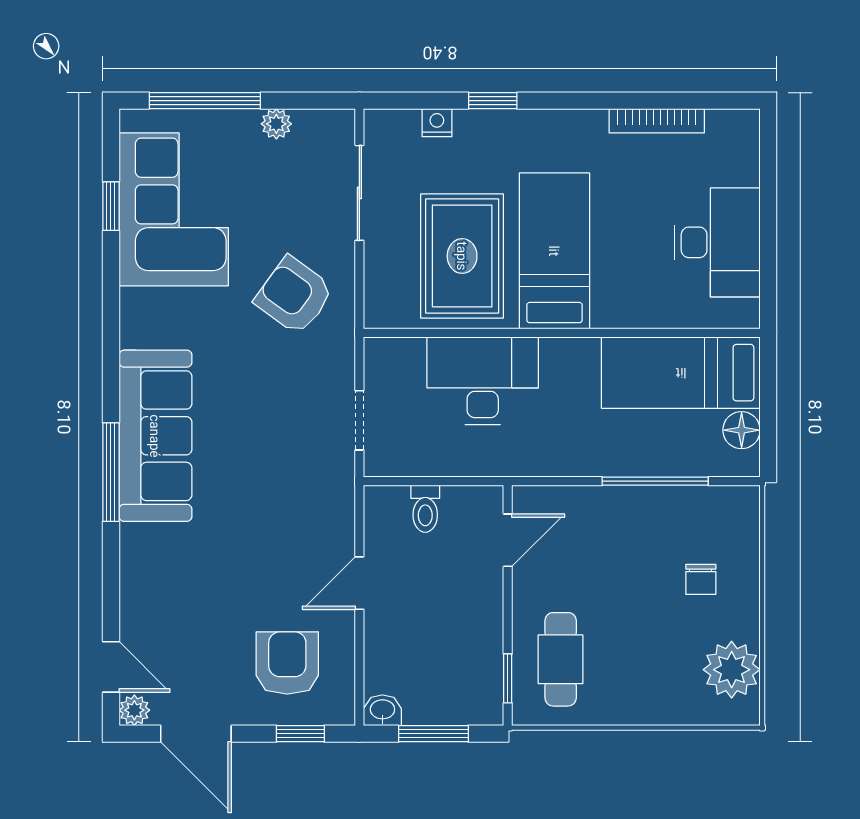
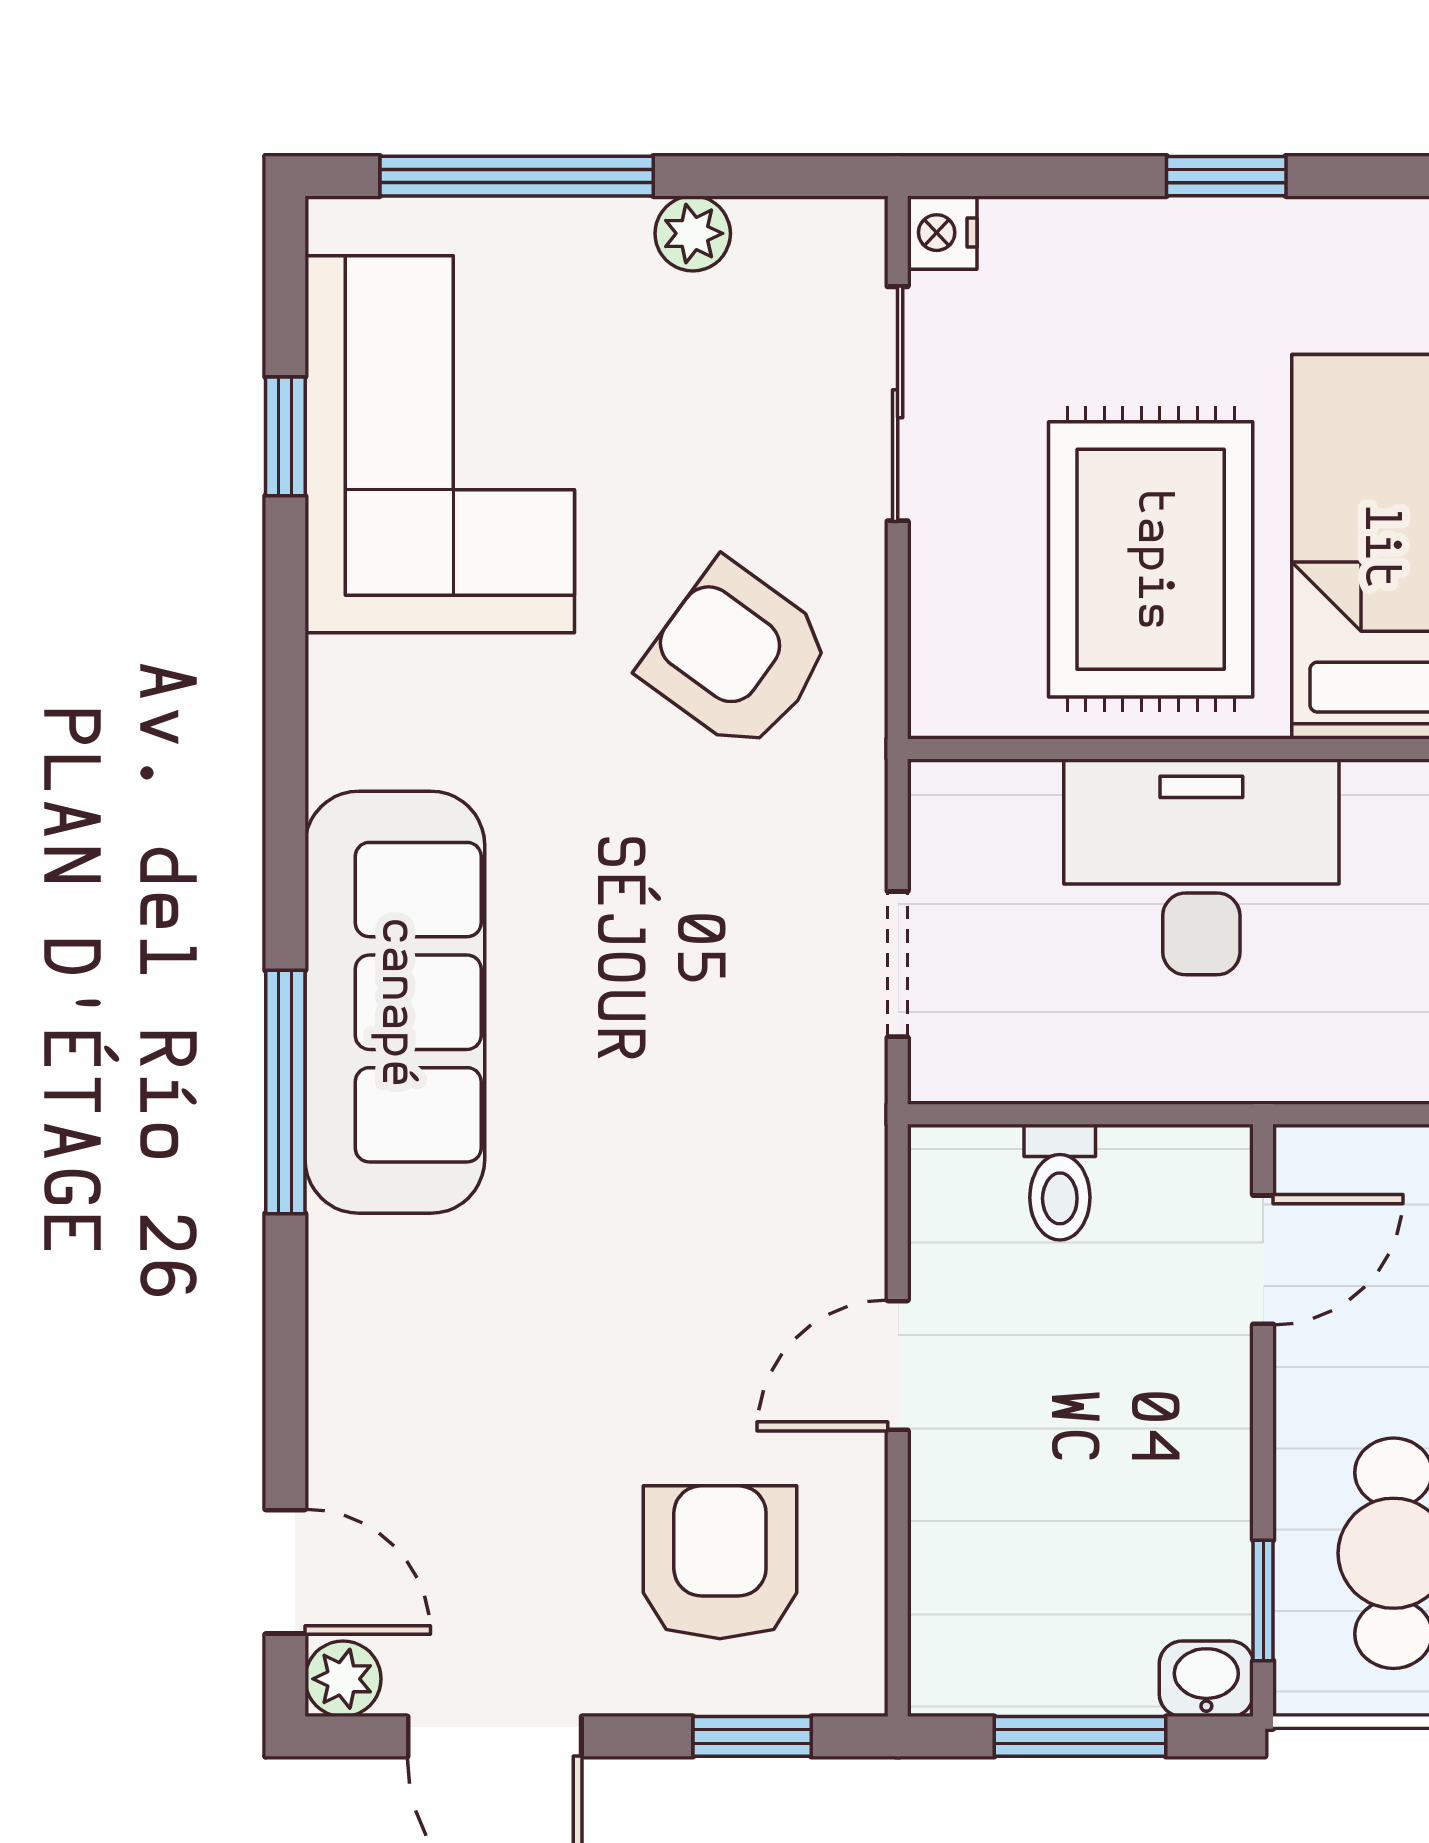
nightstand: (437, 123) -> (942, 233), moved, turned -90
washbasin: (382, 710) -> (1206, 1679), moved

